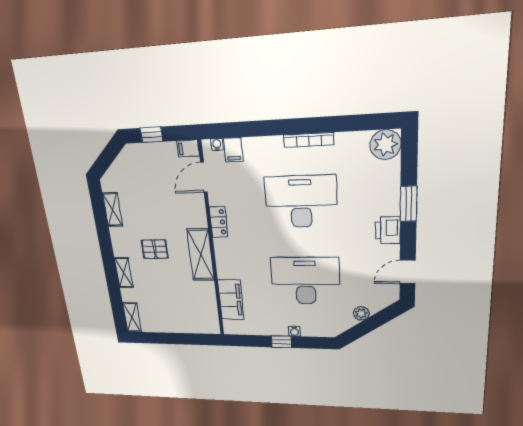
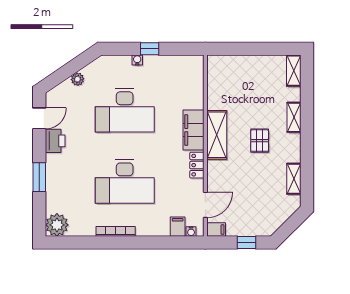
printer: (388, 230) -> (55, 141), moved
pallet: (155, 249) -> (260, 141), turned 90
filing cabinet: (231, 300) -> (193, 130), moved

